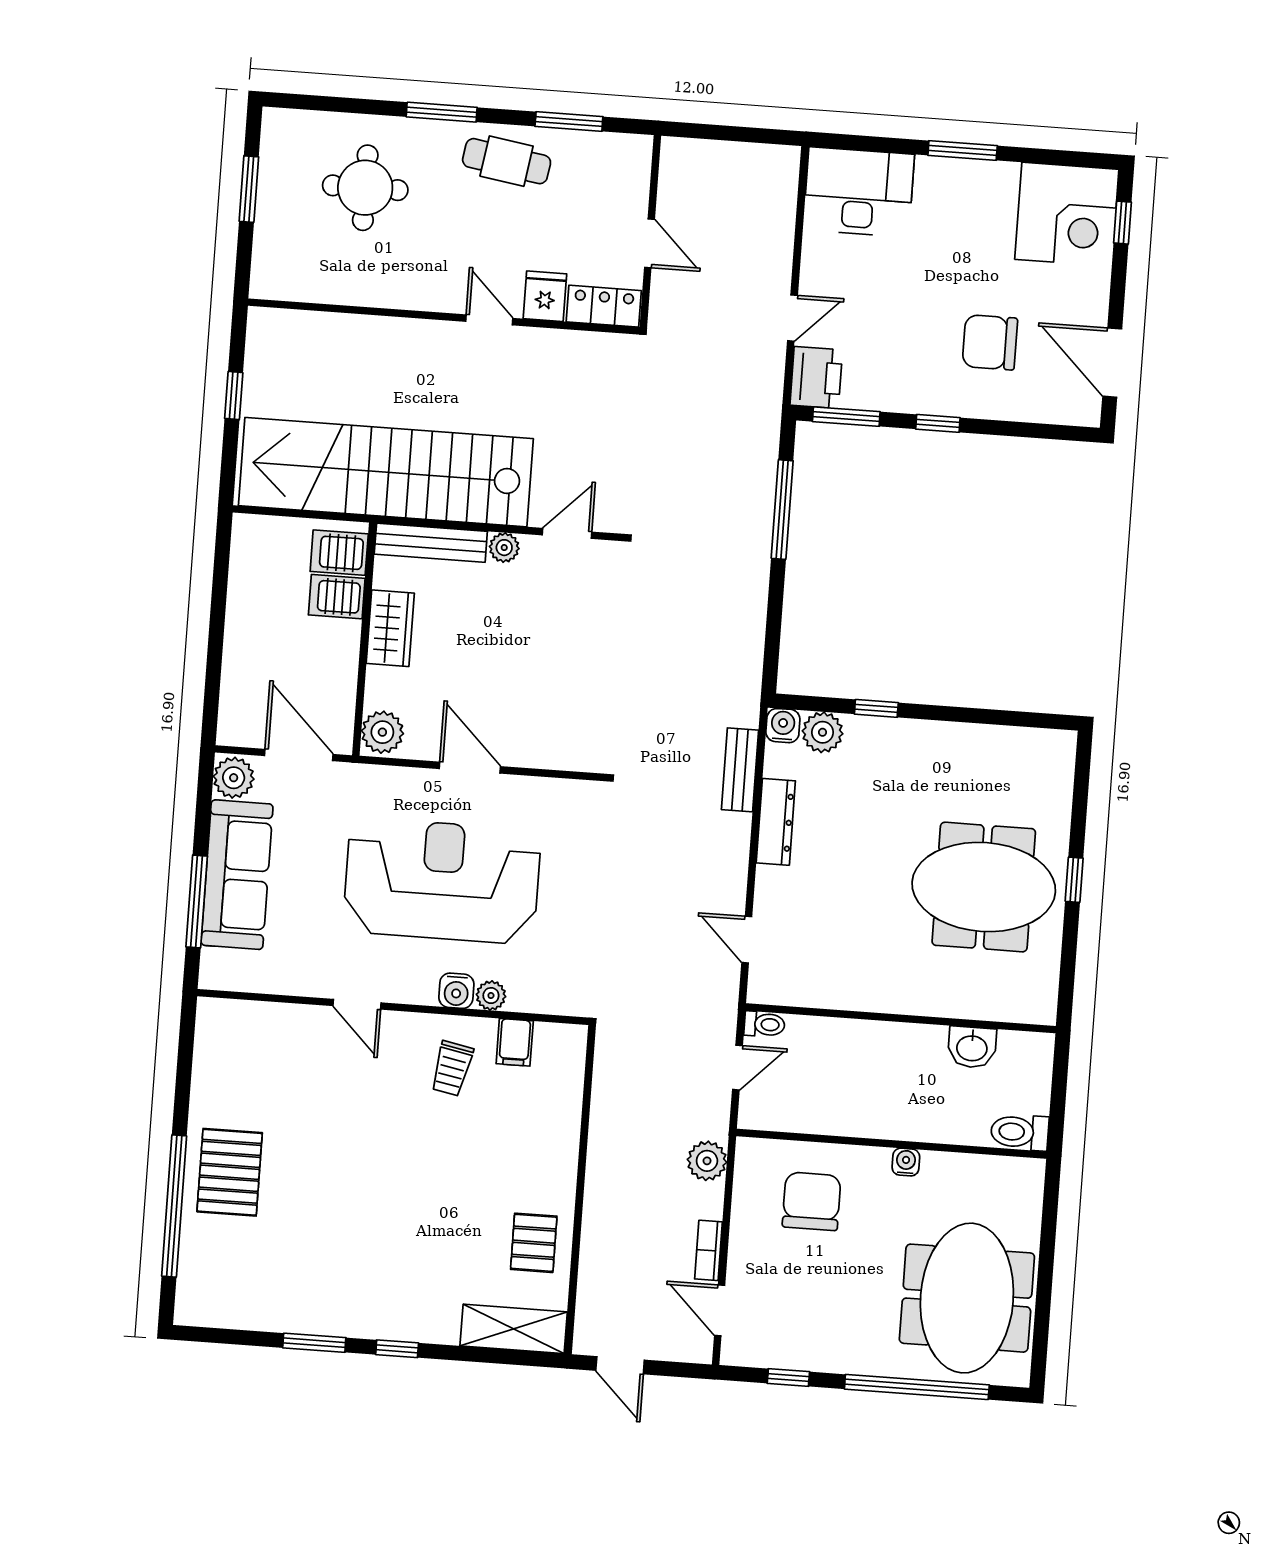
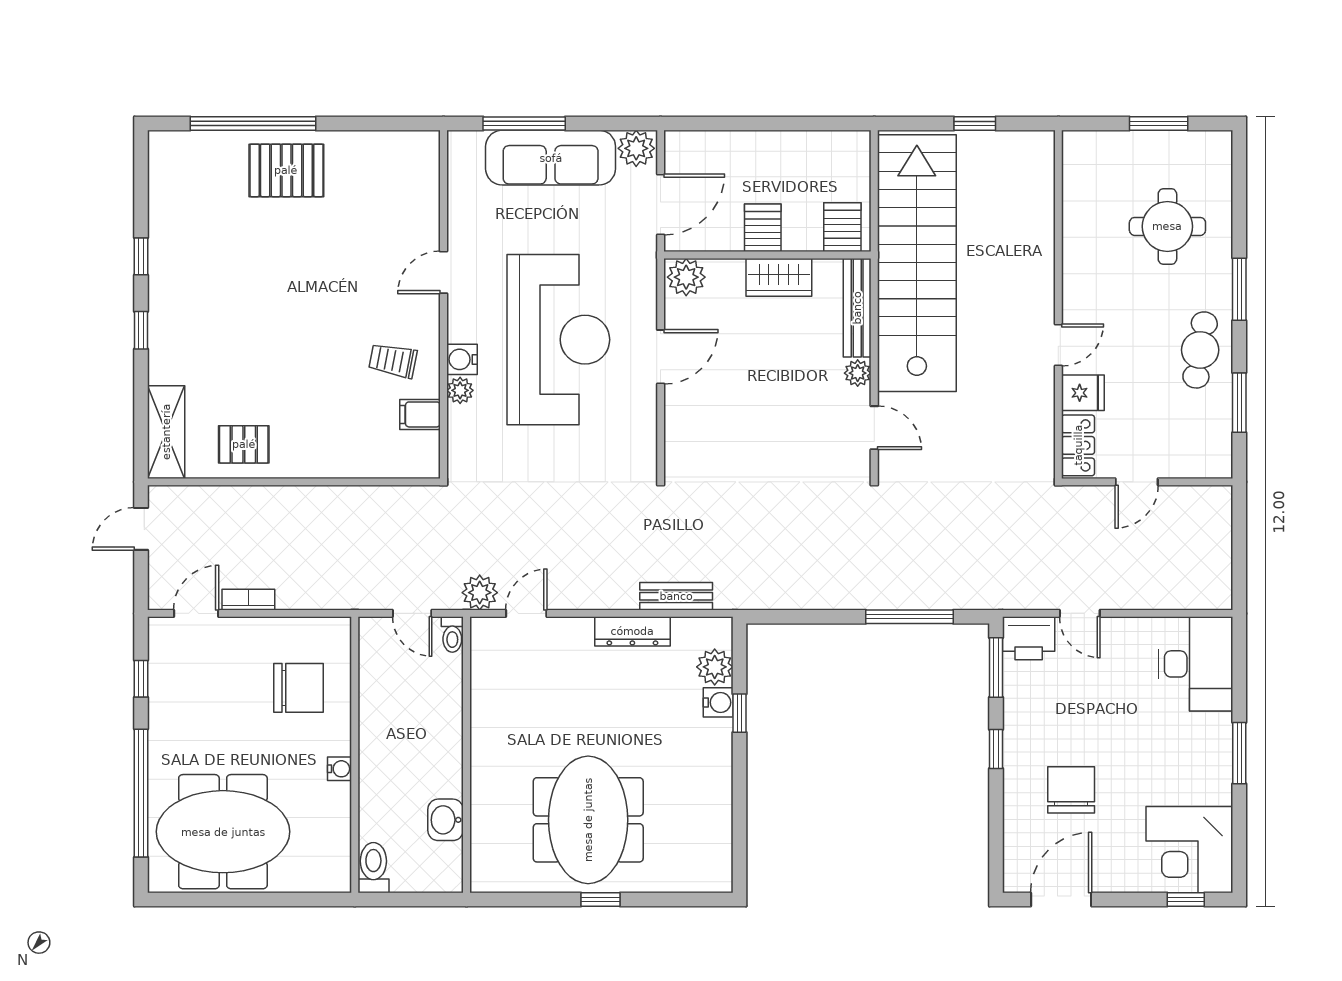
server rack: (337, 597) -> (763, 228), moved
water cooler: (783, 726) -> (718, 702), moved
plant: (707, 1161) -> (480, 593), moved
window: (314, 1343) -> (141, 256), width x0.67

